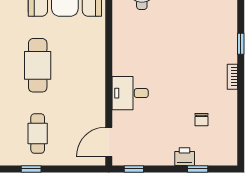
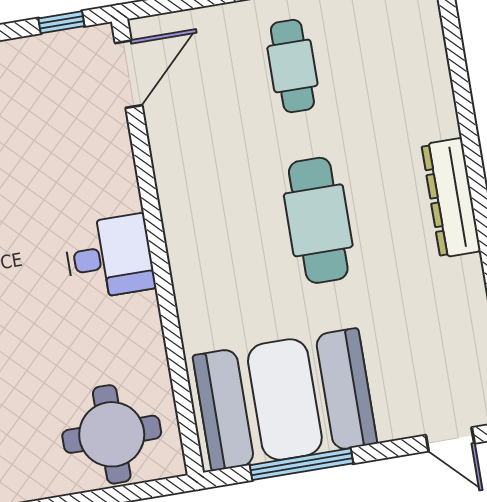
desk: (130, 93) -> (109, 257), moved

